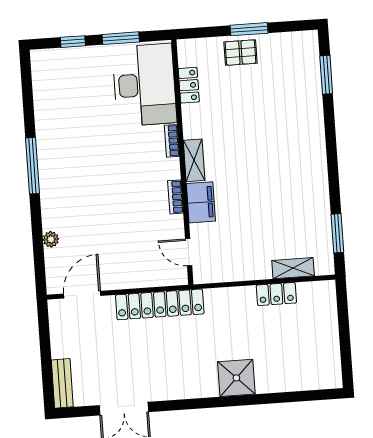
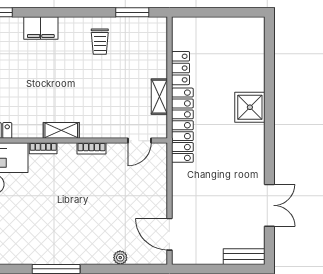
trolley: (301, 198) -> (100, 42), added
filing cabinet: (201, 202) -> (41, 28), moved, turned 180
shelving: (293, 268) -> (159, 97), moved
locker: (160, 304) -> (182, 125), moved

